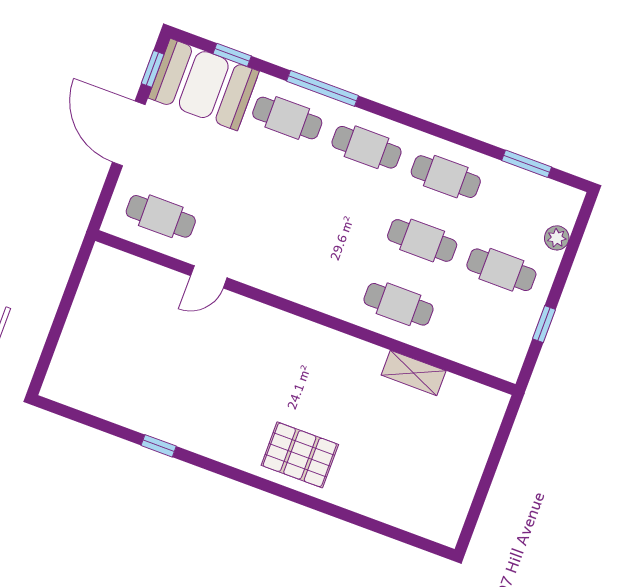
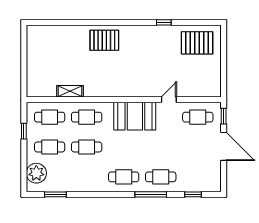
window: (153, 69) -> (224, 116), moved
booth: (204, 85) -> (135, 116), moved
cafe table: (446, 177) -> (50, 117), moved
plant: (557, 238) -> (36, 173), width x1.88, depth x1.88
pallet: (104, 376) -> (197, 43), added

